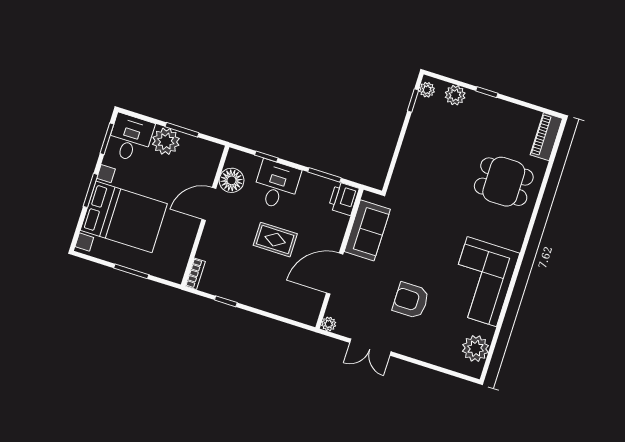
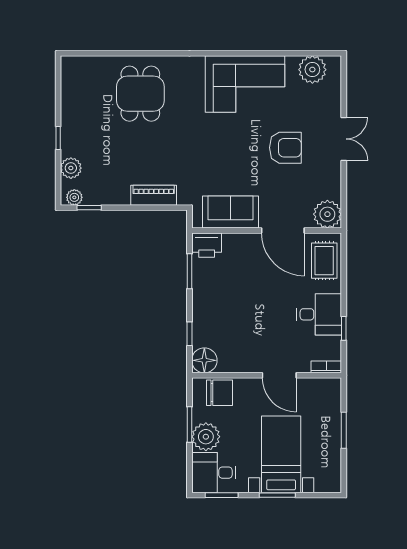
piano: (546, 137) -> (154, 195), moved, turned 180
chair: (203, 167) -> (219, 393), added
floor lamp: (232, 180) -> (204, 360), moved
desk: (276, 185) -> (319, 314), moved, turned 180
door: (209, 204) -> (279, 375), moved
bed with nightstands: (124, 217) -> (281, 454), width x0.73
rug: (275, 240) -> (324, 261), moved
armchair: (411, 300) -> (285, 148), turned -90
plant: (329, 324) -> (327, 214), width x1.88, depth x1.88
double door: (370, 347) -> (344, 139), moved

